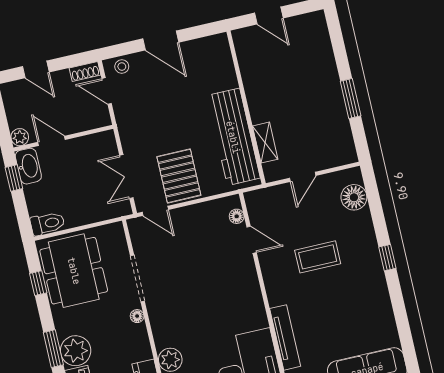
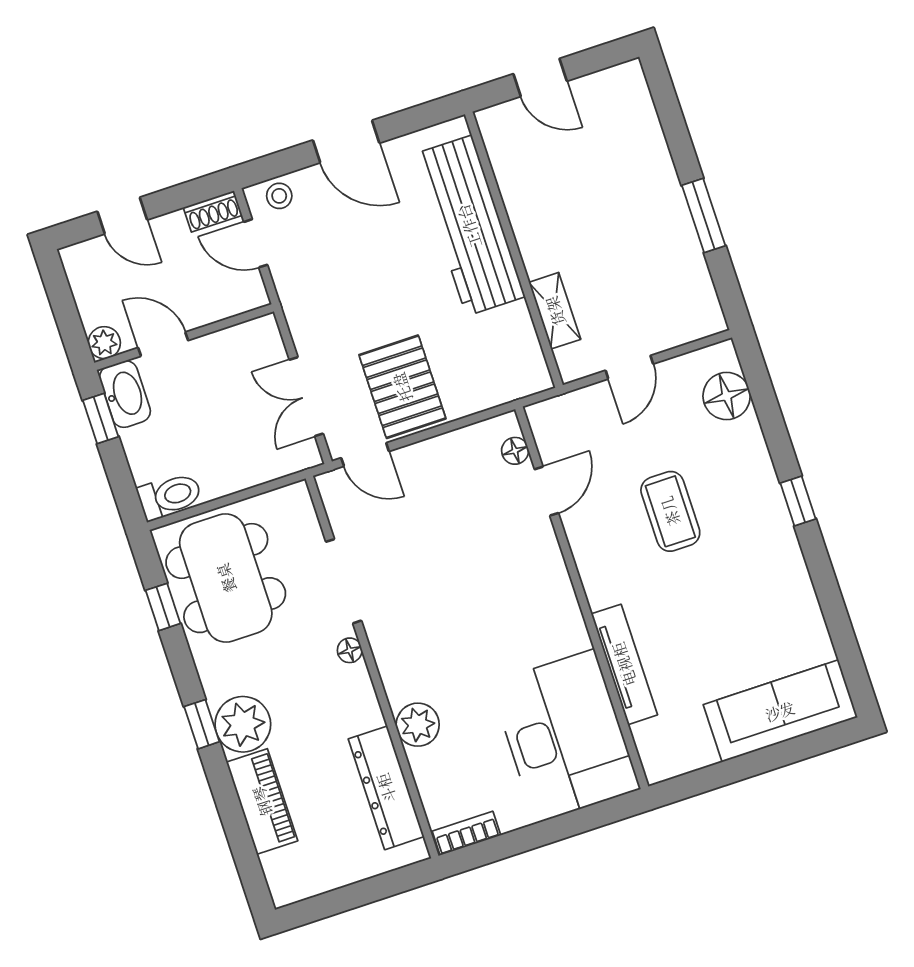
workbench: (233, 137) -> (469, 226), moved
door: (252, 240) -> (546, 491), hinge flipped
coffee table: (318, 257) -> (670, 511), turned 90
window: (53, 349) -> (202, 724), width x0.67

